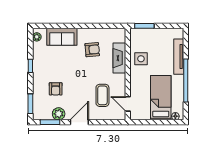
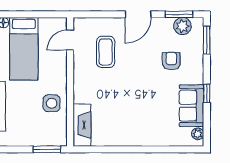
sofa: (62, 37) -> (191, 106), moved, turned -90
armchair: (92, 50) -> (120, 116), removed
fireplace: (119, 58) -> (82, 125), moved
door: (128, 104) -> (70, 40), swing flipped
plant: (59, 114) -> (182, 26), moved

